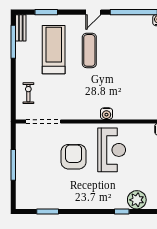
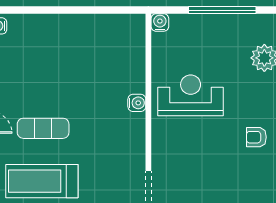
armchair: (74, 157) -> (256, 137), moved, width x0.53, depth x0.53

